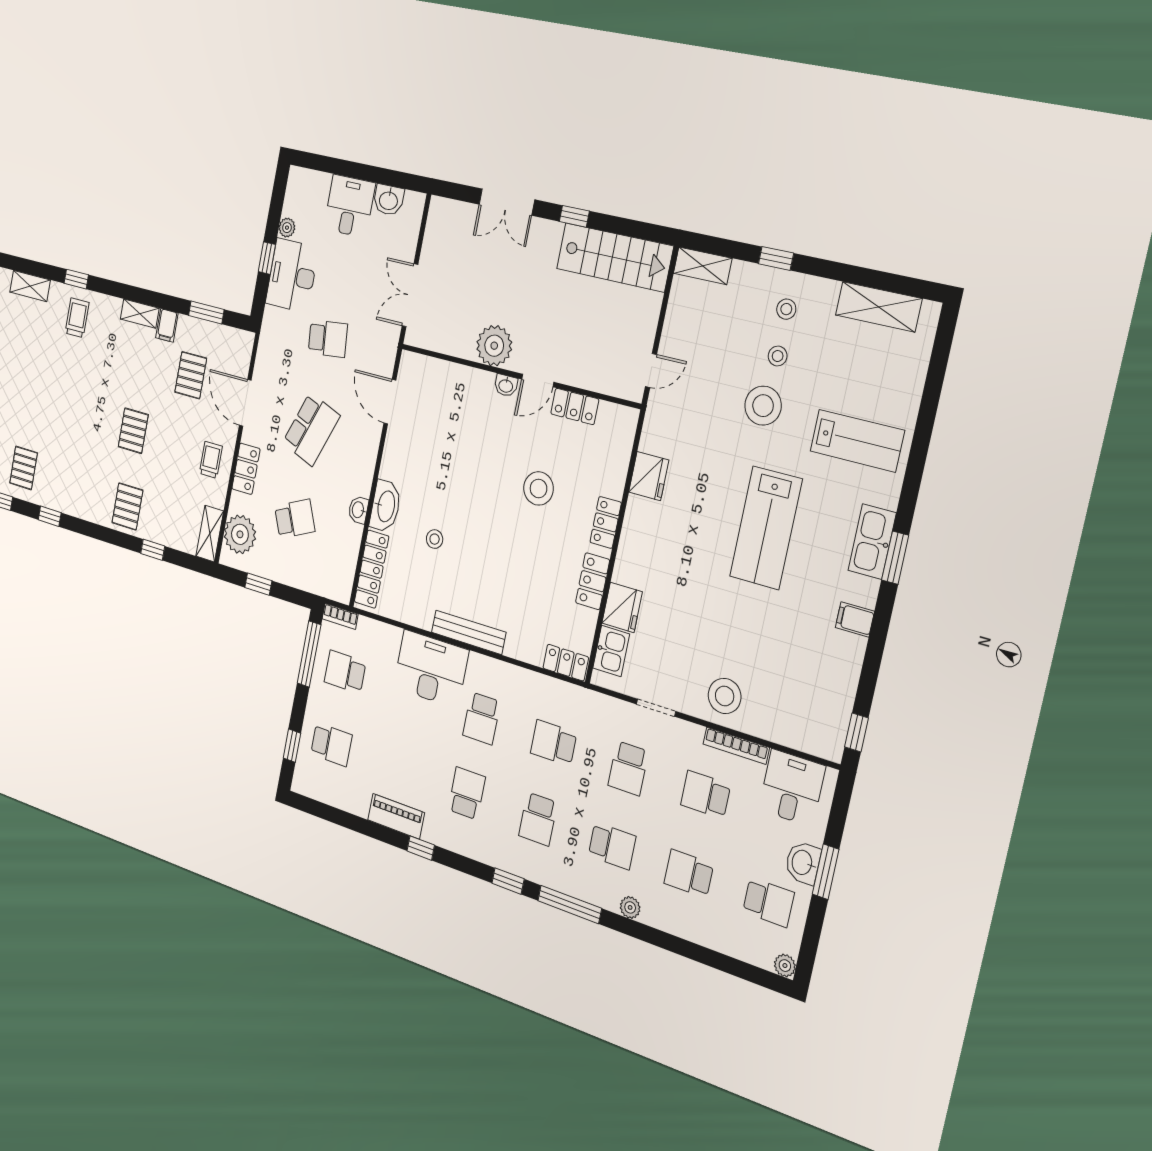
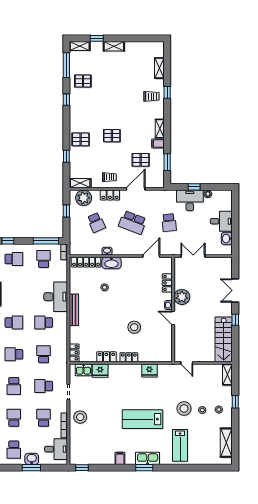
locker: (575, 406) -> (167, 283), moved
school desk: (331, 744) -> (14, 259), turned -90

